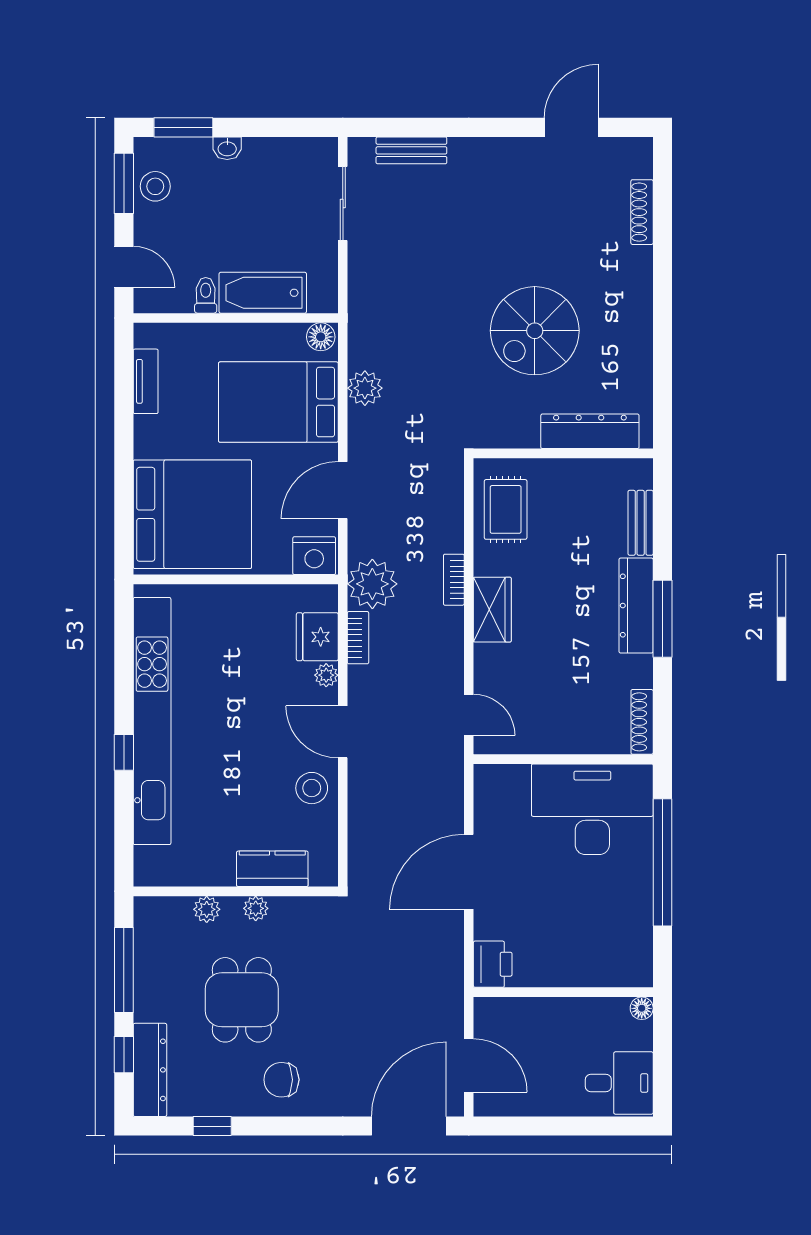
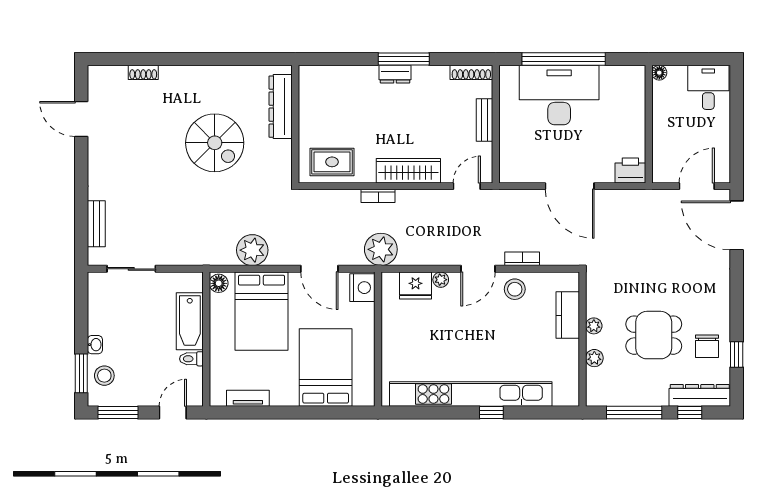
stool: (155, 186) -> (104, 376), moved
shoe rack: (642, 212) -> (143, 72), width x0.70
plant: (365, 388) -> (252, 250), width x1.36, depth x1.36
bed: (192, 514) -> (326, 367), width x0.73
bench: (641, 523) -> (484, 120), moved, turned 90
dresser: (636, 606) -> (395, 74), width x0.51, depth x0.80
wardrobe: (492, 610) -> (408, 171), width x1.50
bookcase: (358, 638) -> (522, 259), moved
desk: (592, 809) -> (559, 95), moved, turned 90
chair: (281, 1080) -> (707, 346), moved

